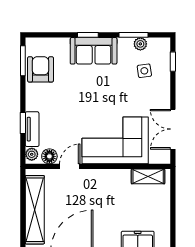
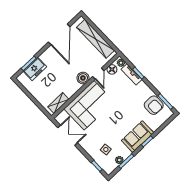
boiler: (92, 178) -> (83, 78), added

